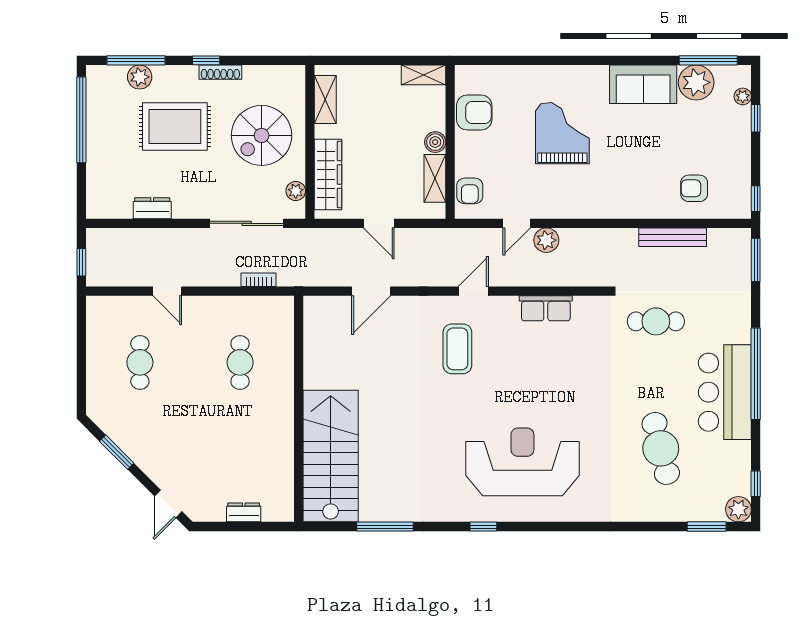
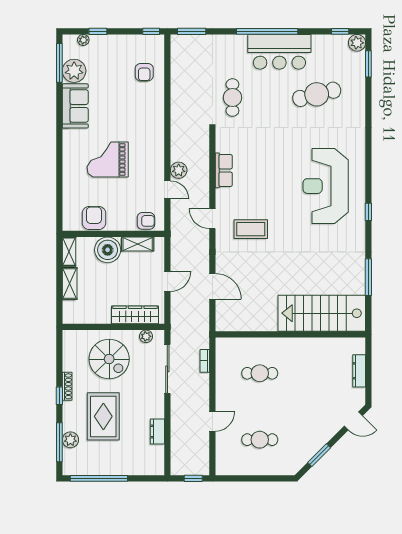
shelving: (325, 100) -> (70, 283), moved, turned 90
boiler: (435, 142) -> (108, 250), width x1.86, depth x1.86
bench: (673, 237) -> (177, 86), removed
dresser: (244, 512) -> (359, 371), width x1.44

